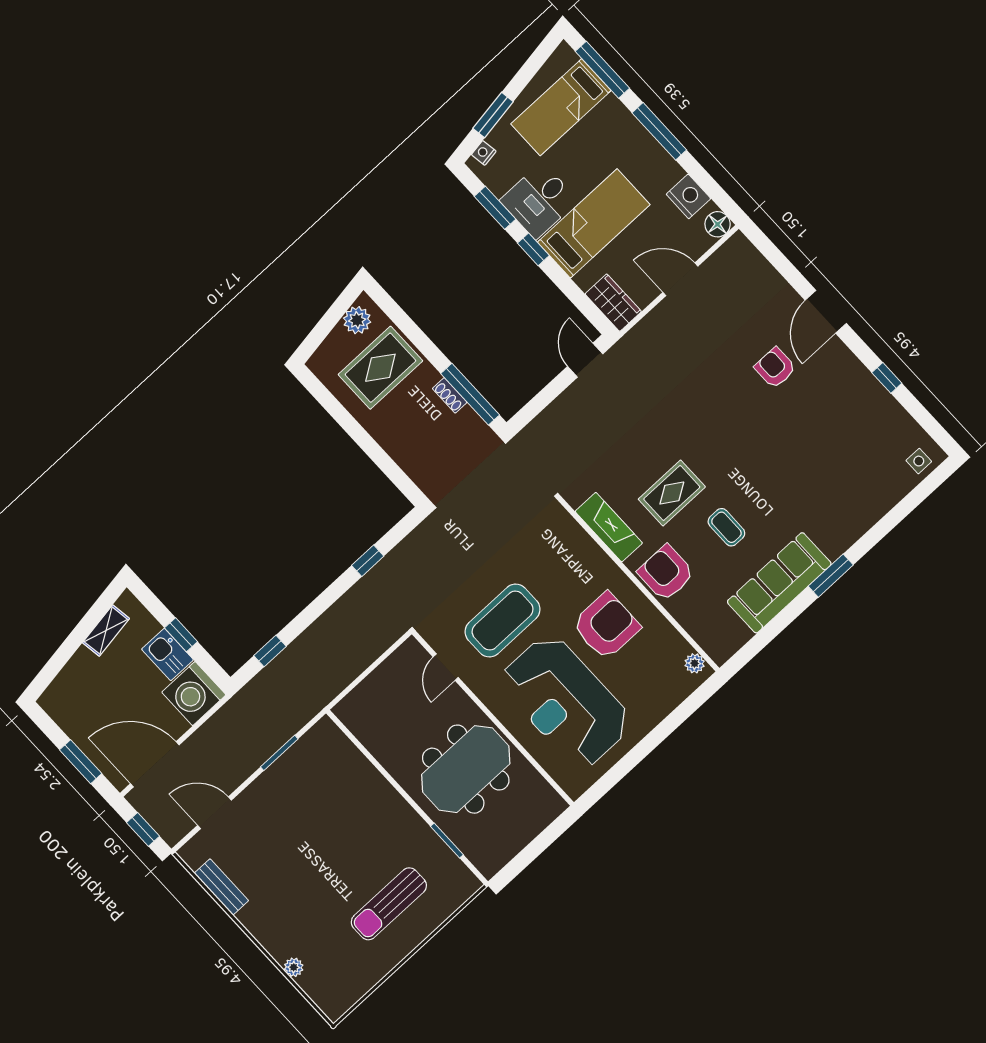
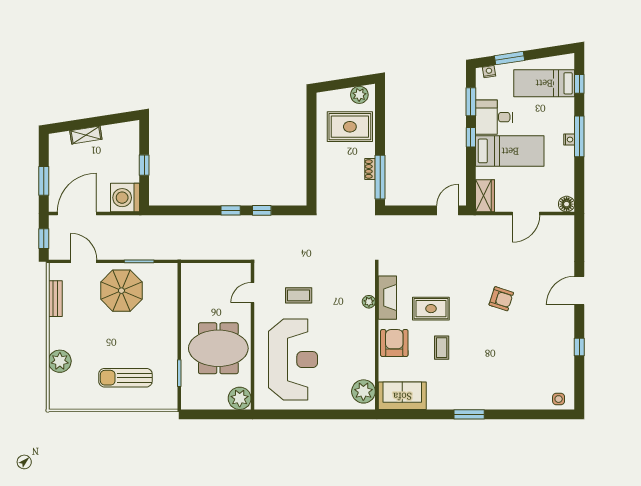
window: (602, 70) -> (579, 84), width x0.46
nightstand: (688, 196) -> (569, 140), moved, width x0.53, depth x0.56
door: (680, 279) -> (526, 214), swing flipped
armchair: (775, 368) -> (501, 299), moved, turned 108
plant: (592, 552) -> (369, 302), added
sofa: (779, 583) -> (402, 396), moved, width x0.73
coffee table: (503, 621) -> (299, 295), width x0.54, depth x0.58
armchair: (606, 626) -> (344, 342), removed
shelving: (106, 631) -> (86, 135), moved
window: (270, 651) -> (231, 210), moved
kitchen sink: (168, 654) -> (130, 168), removed
plant: (695, 663) -> (363, 391), width x1.88, depth x1.88
reception desk: (565, 702) -> (293, 360), turned 180
door: (155, 764) -> (77, 214), hinge flipped
plant: (545, 805) -> (240, 398), added
parasol: (290, 806) -> (121, 291), added
plant: (294, 967) -> (60, 361), width x1.87, depth x1.87

